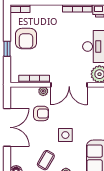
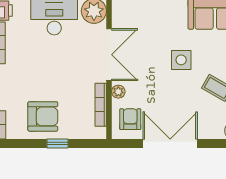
armchair: (41, 113) -> (130, 119), moved

